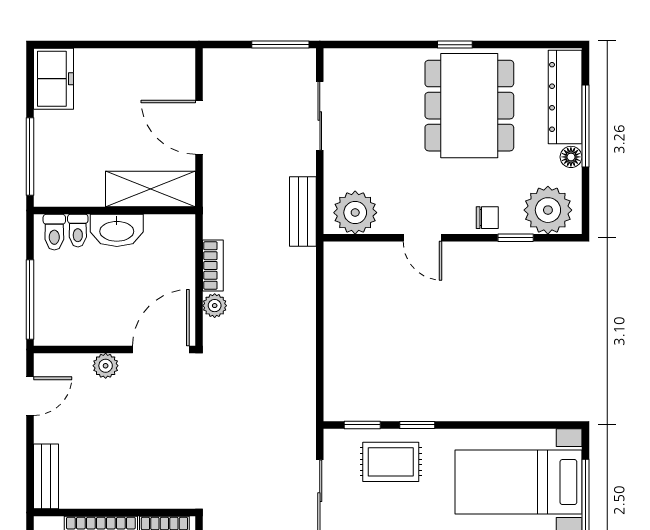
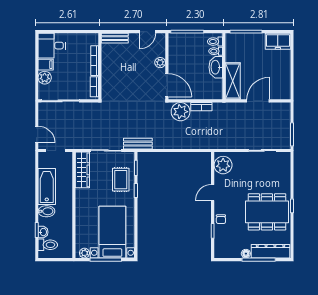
plant: (548, 210) -> (224, 244), removed
bench: (303, 212) -> (138, 144), moved
plant: (215, 306) -> (181, 112), width x1.88, depth x1.88
door: (30, 396) -> (148, 32), hinge flipped

